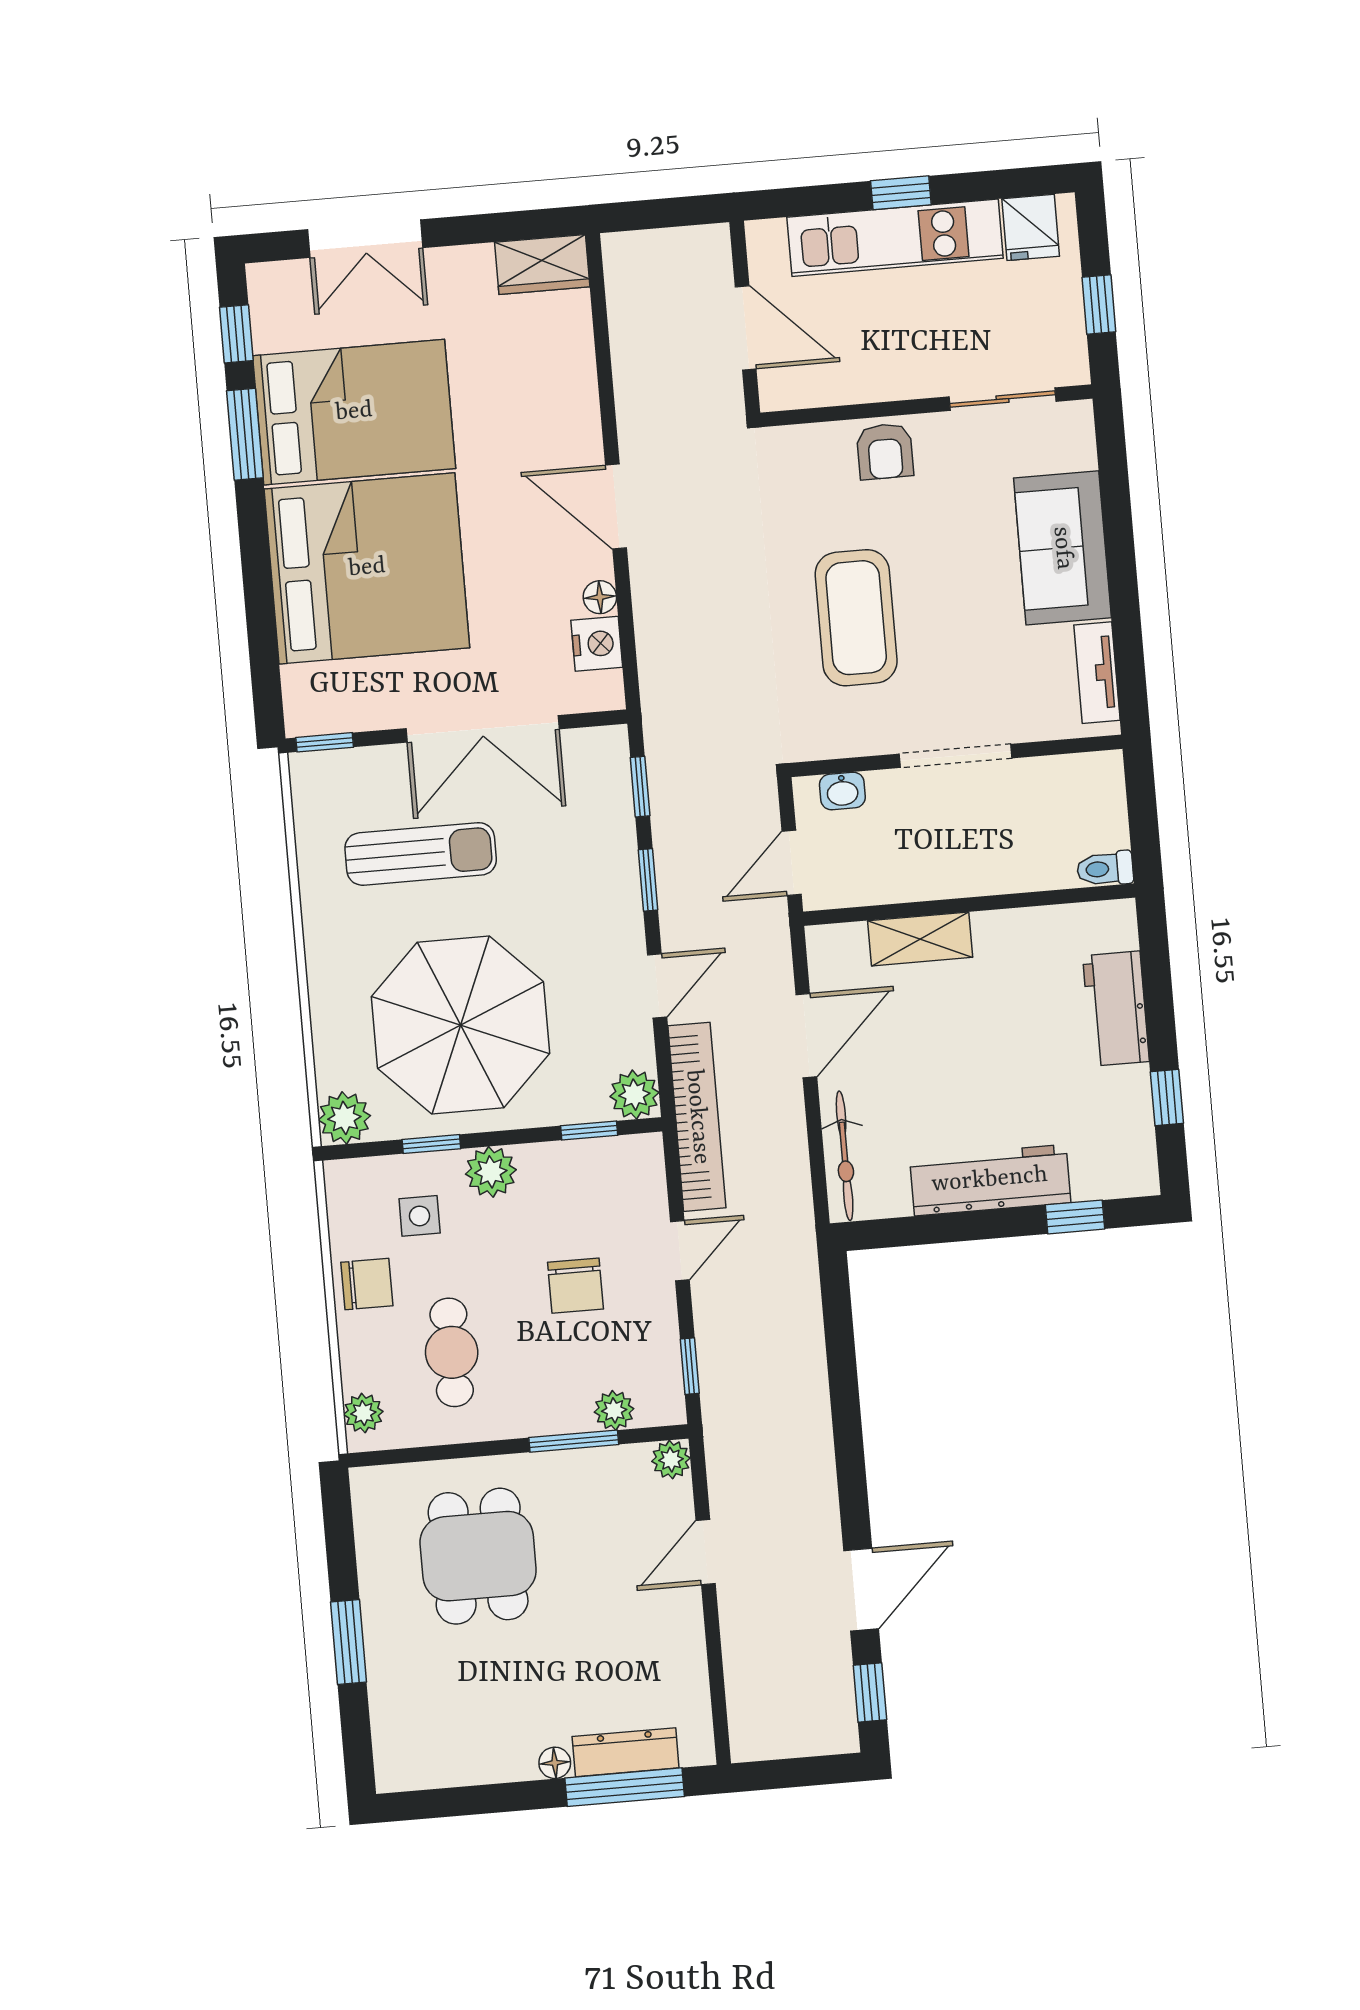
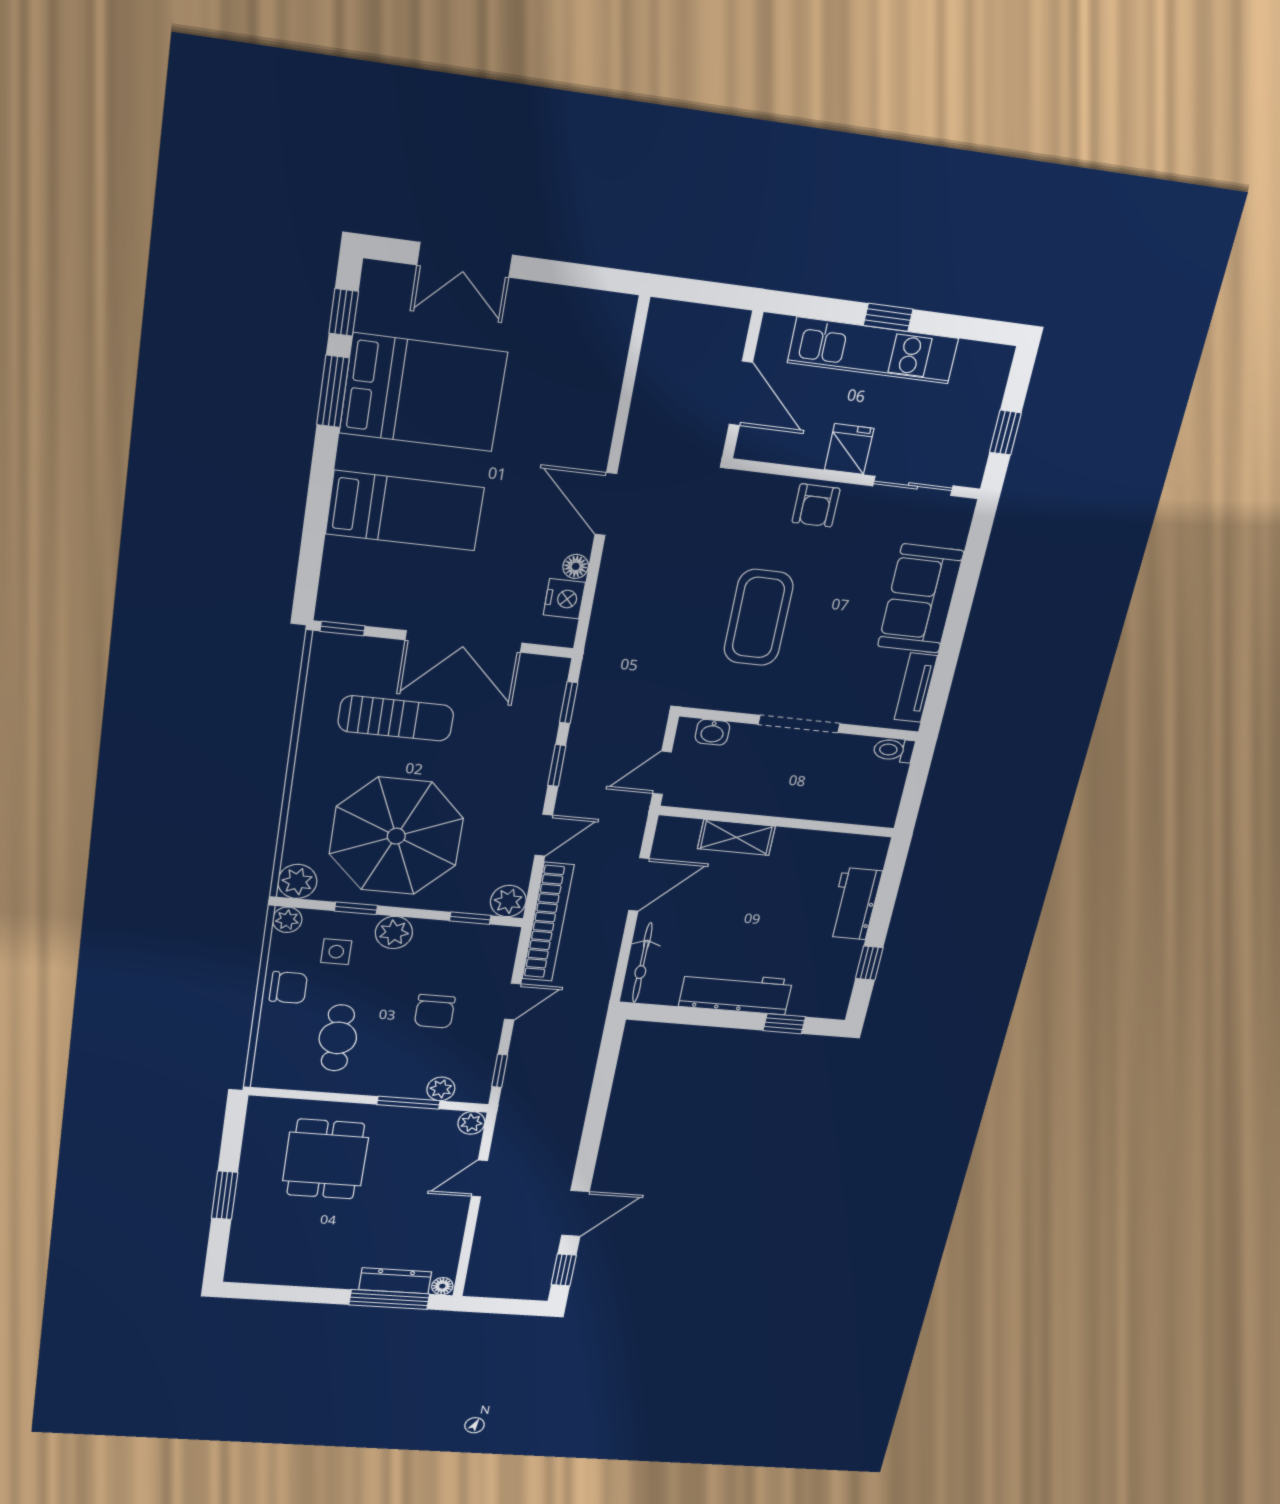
fridge: (1031, 227) -> (849, 449), moved, turned 180
wardrobe: (542, 265) -> (599, 311), removed
bed: (367, 568) -> (405, 511), width x0.49
toilet: (1105, 869) -> (894, 750), moved
plant: (363, 1413) -> (287, 920), moved
floor lamp: (555, 1763) -> (442, 1286), moved

